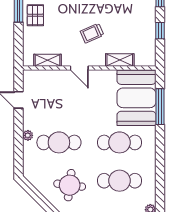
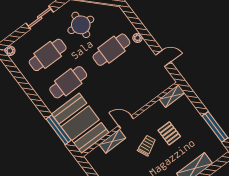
pallet: (35, 15) -> (169, 133), moved
shelving: (47, 60) -> (172, 96), moved
door: (79, 68) -> (126, 122), moved

